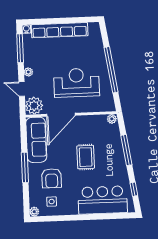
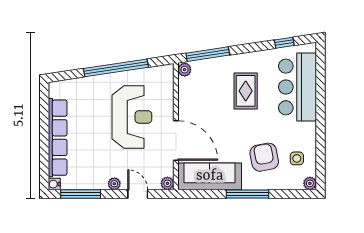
reception desk: (76, 83) -> (132, 117), turned 180
door: (22, 89) -> (138, 194), swing flipped
plant: (34, 106) -> (167, 183), width x0.53, depth x0.53
window: (126, 150) -> (208, 54), moved
rug: (86, 157) -> (246, 91), moved, turned 90
armchair: (52, 178) -> (264, 157), turned -101

